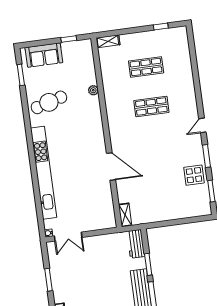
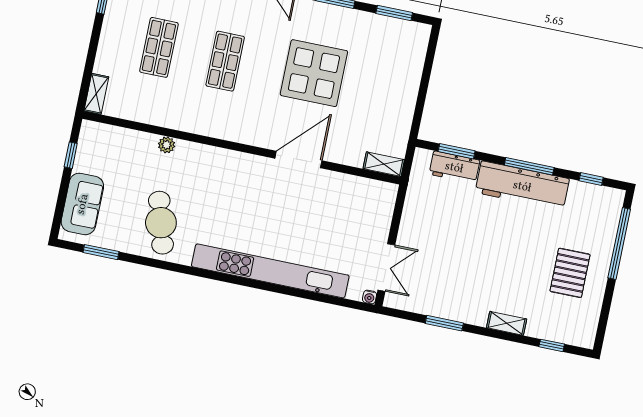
display table: (194, 175) -> (314, 73), moved, width x1.86, depth x1.86
workbench: (136, 244) -> (454, 167), moved
window: (148, 264) -> (457, 151), moved

